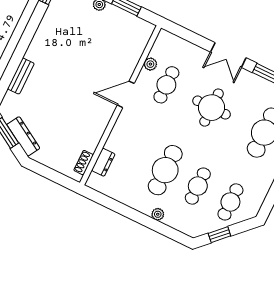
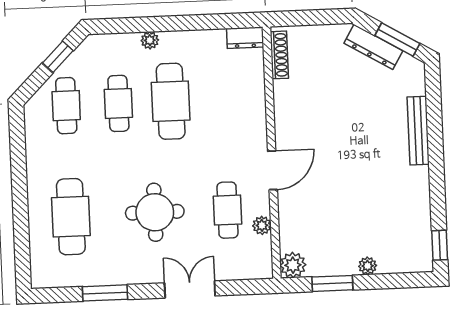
plant: (145, 30) -> (293, 265), added
double door: (228, 55) -> (190, 289), moved
bench: (21, 76) -> (418, 131), width x1.36
dresser: (103, 162) -> (245, 38), moved, turned -90
shoe rack: (84, 163) -> (279, 55), width x1.43

